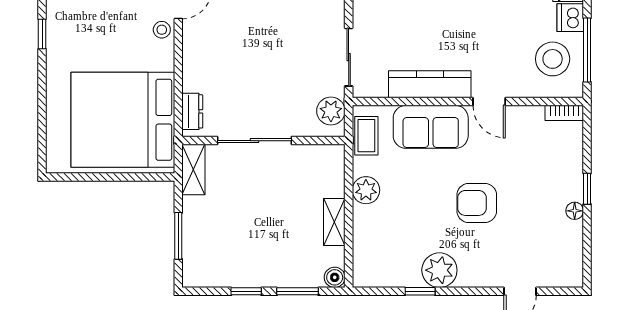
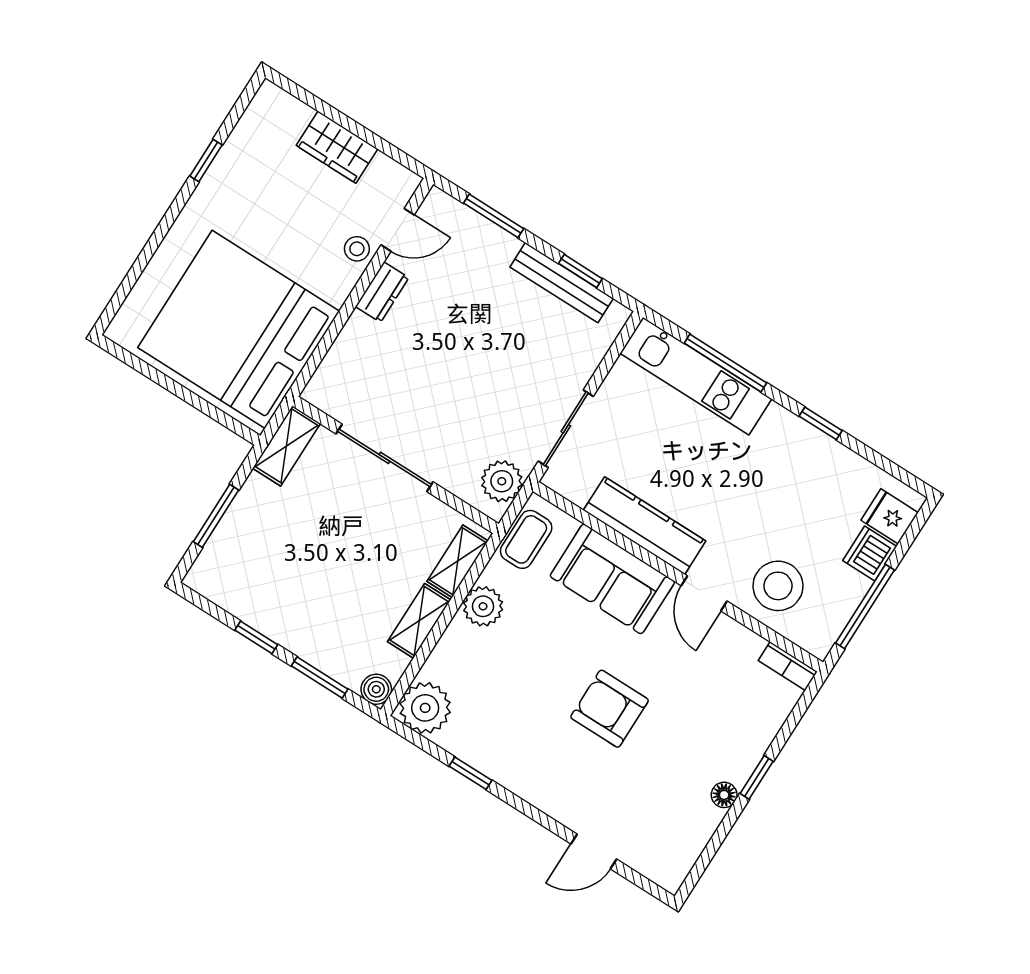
stool: (553, 59) -> (778, 586), moved
dresser: (192, 111) -> (382, 292), moved
shelving: (335, 173) -> (458, 561), added
plant: (439, 270) -> (425, 708), moved

